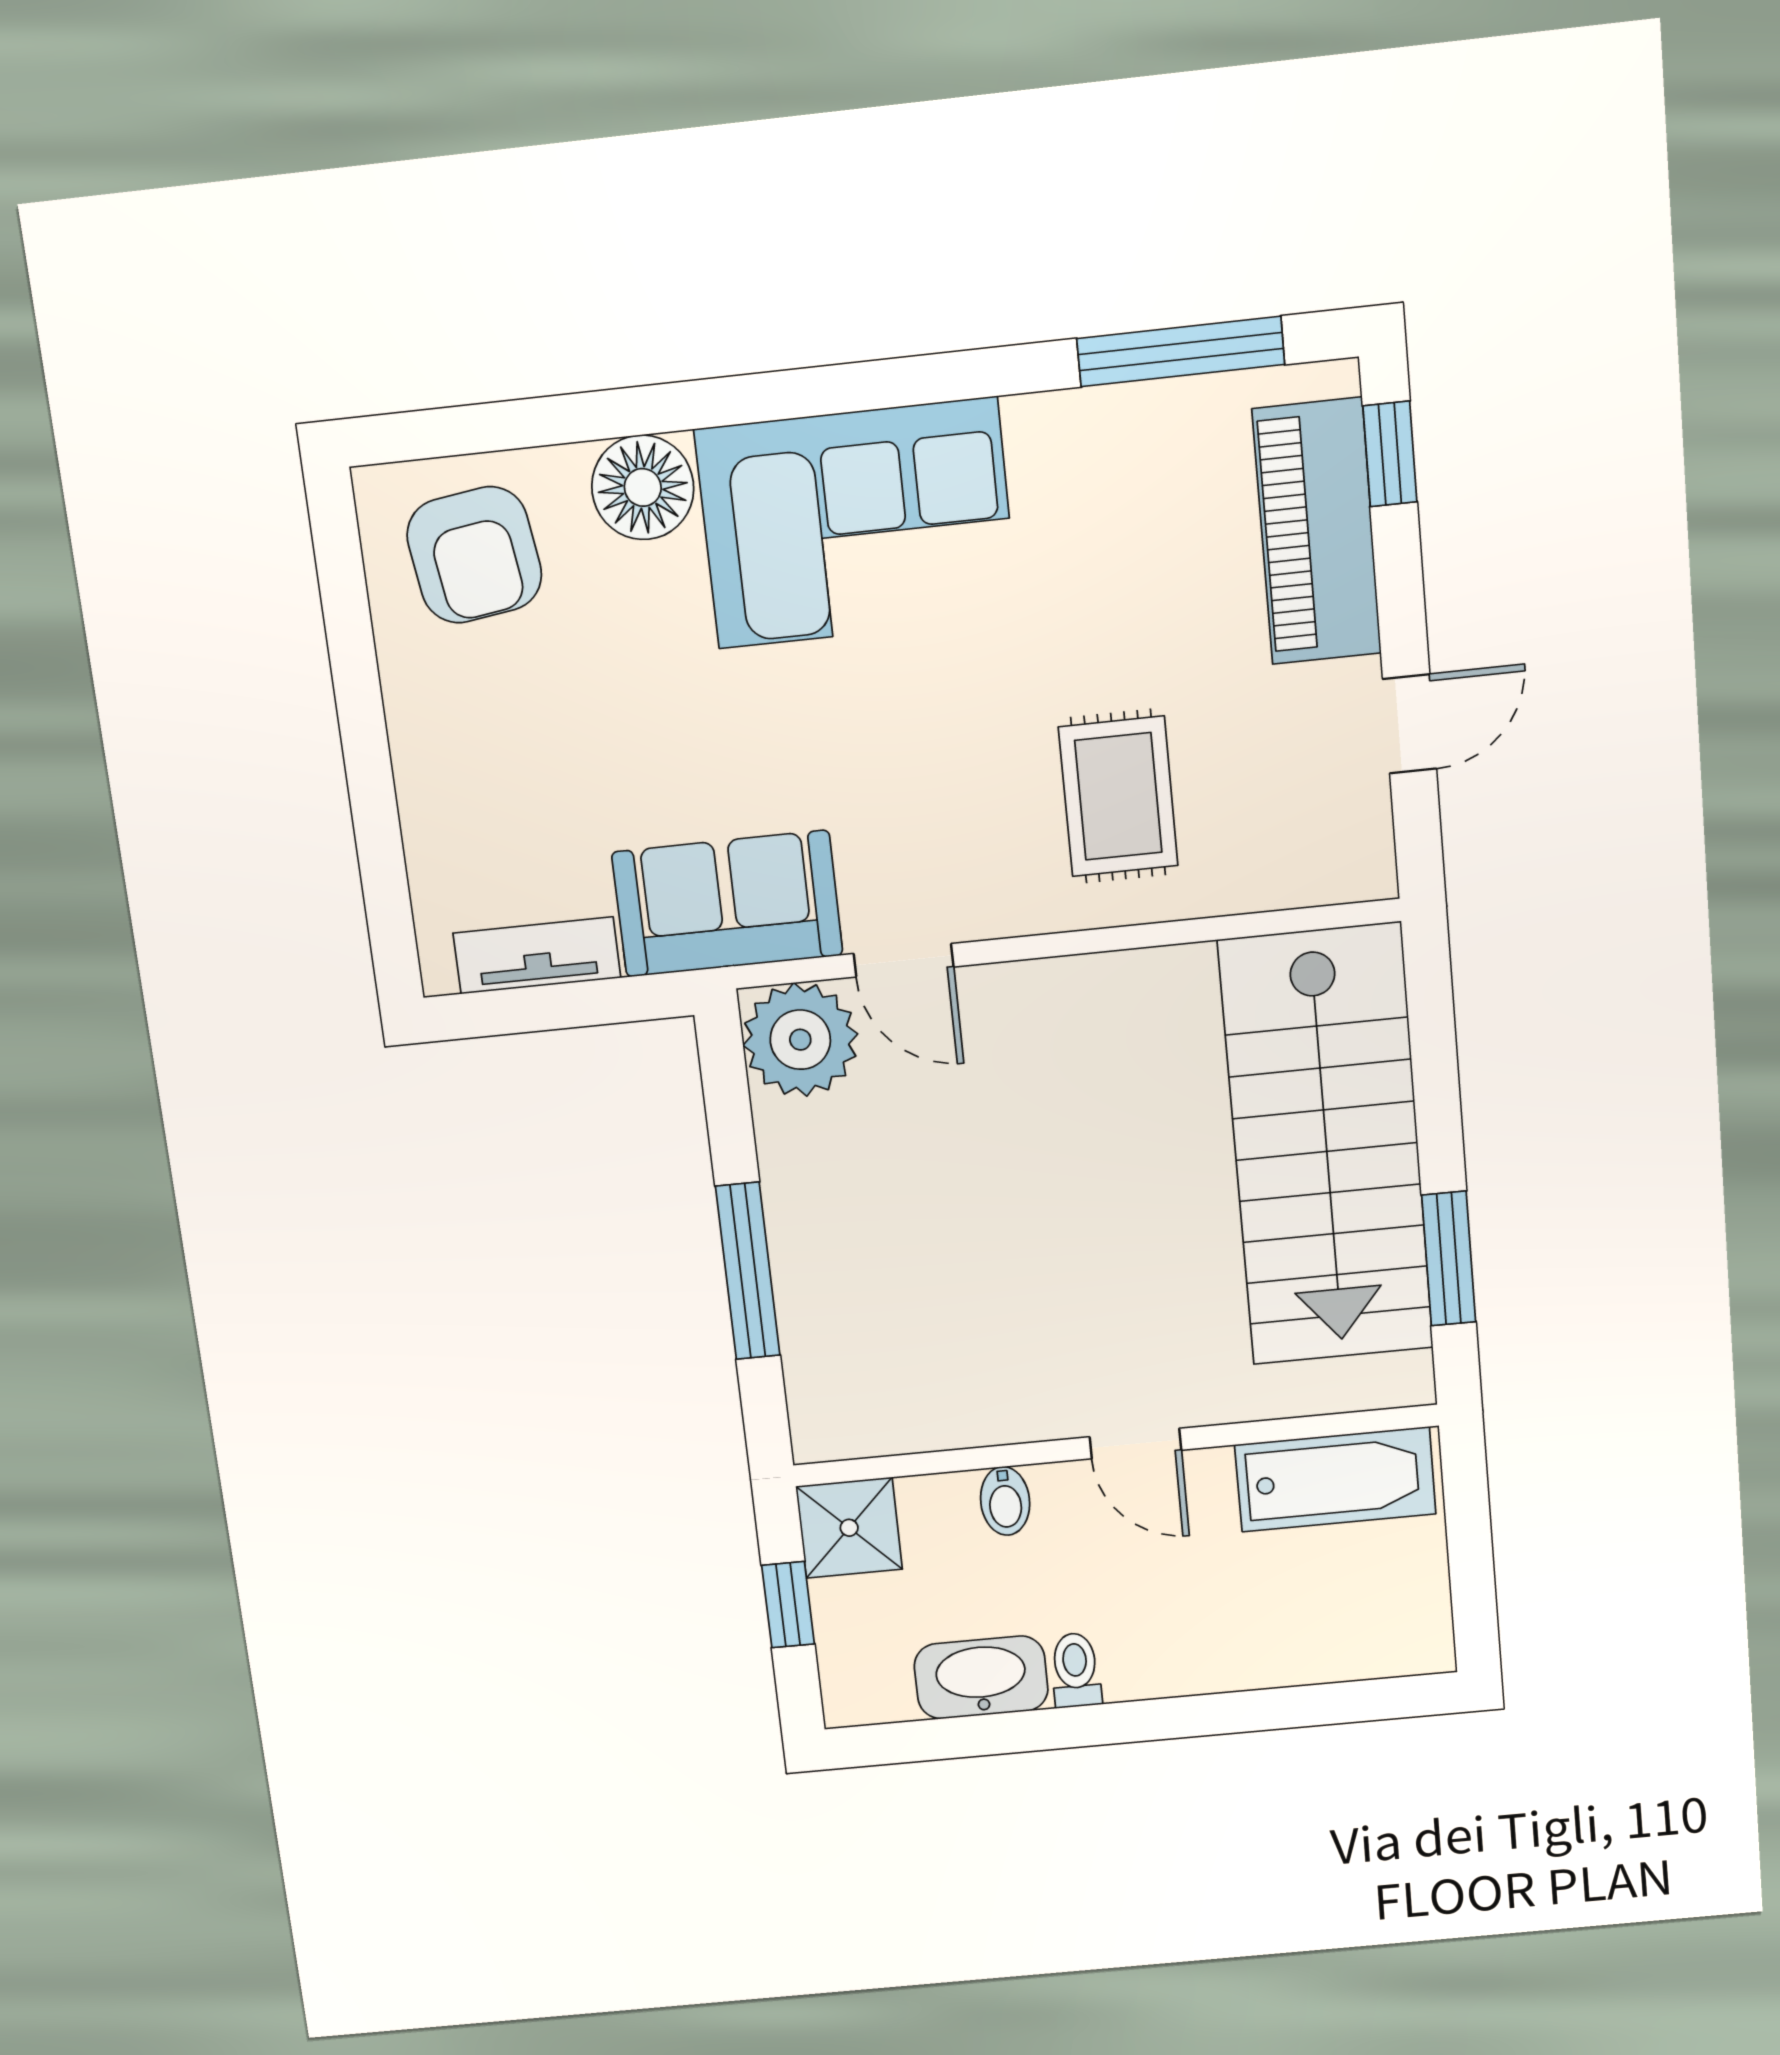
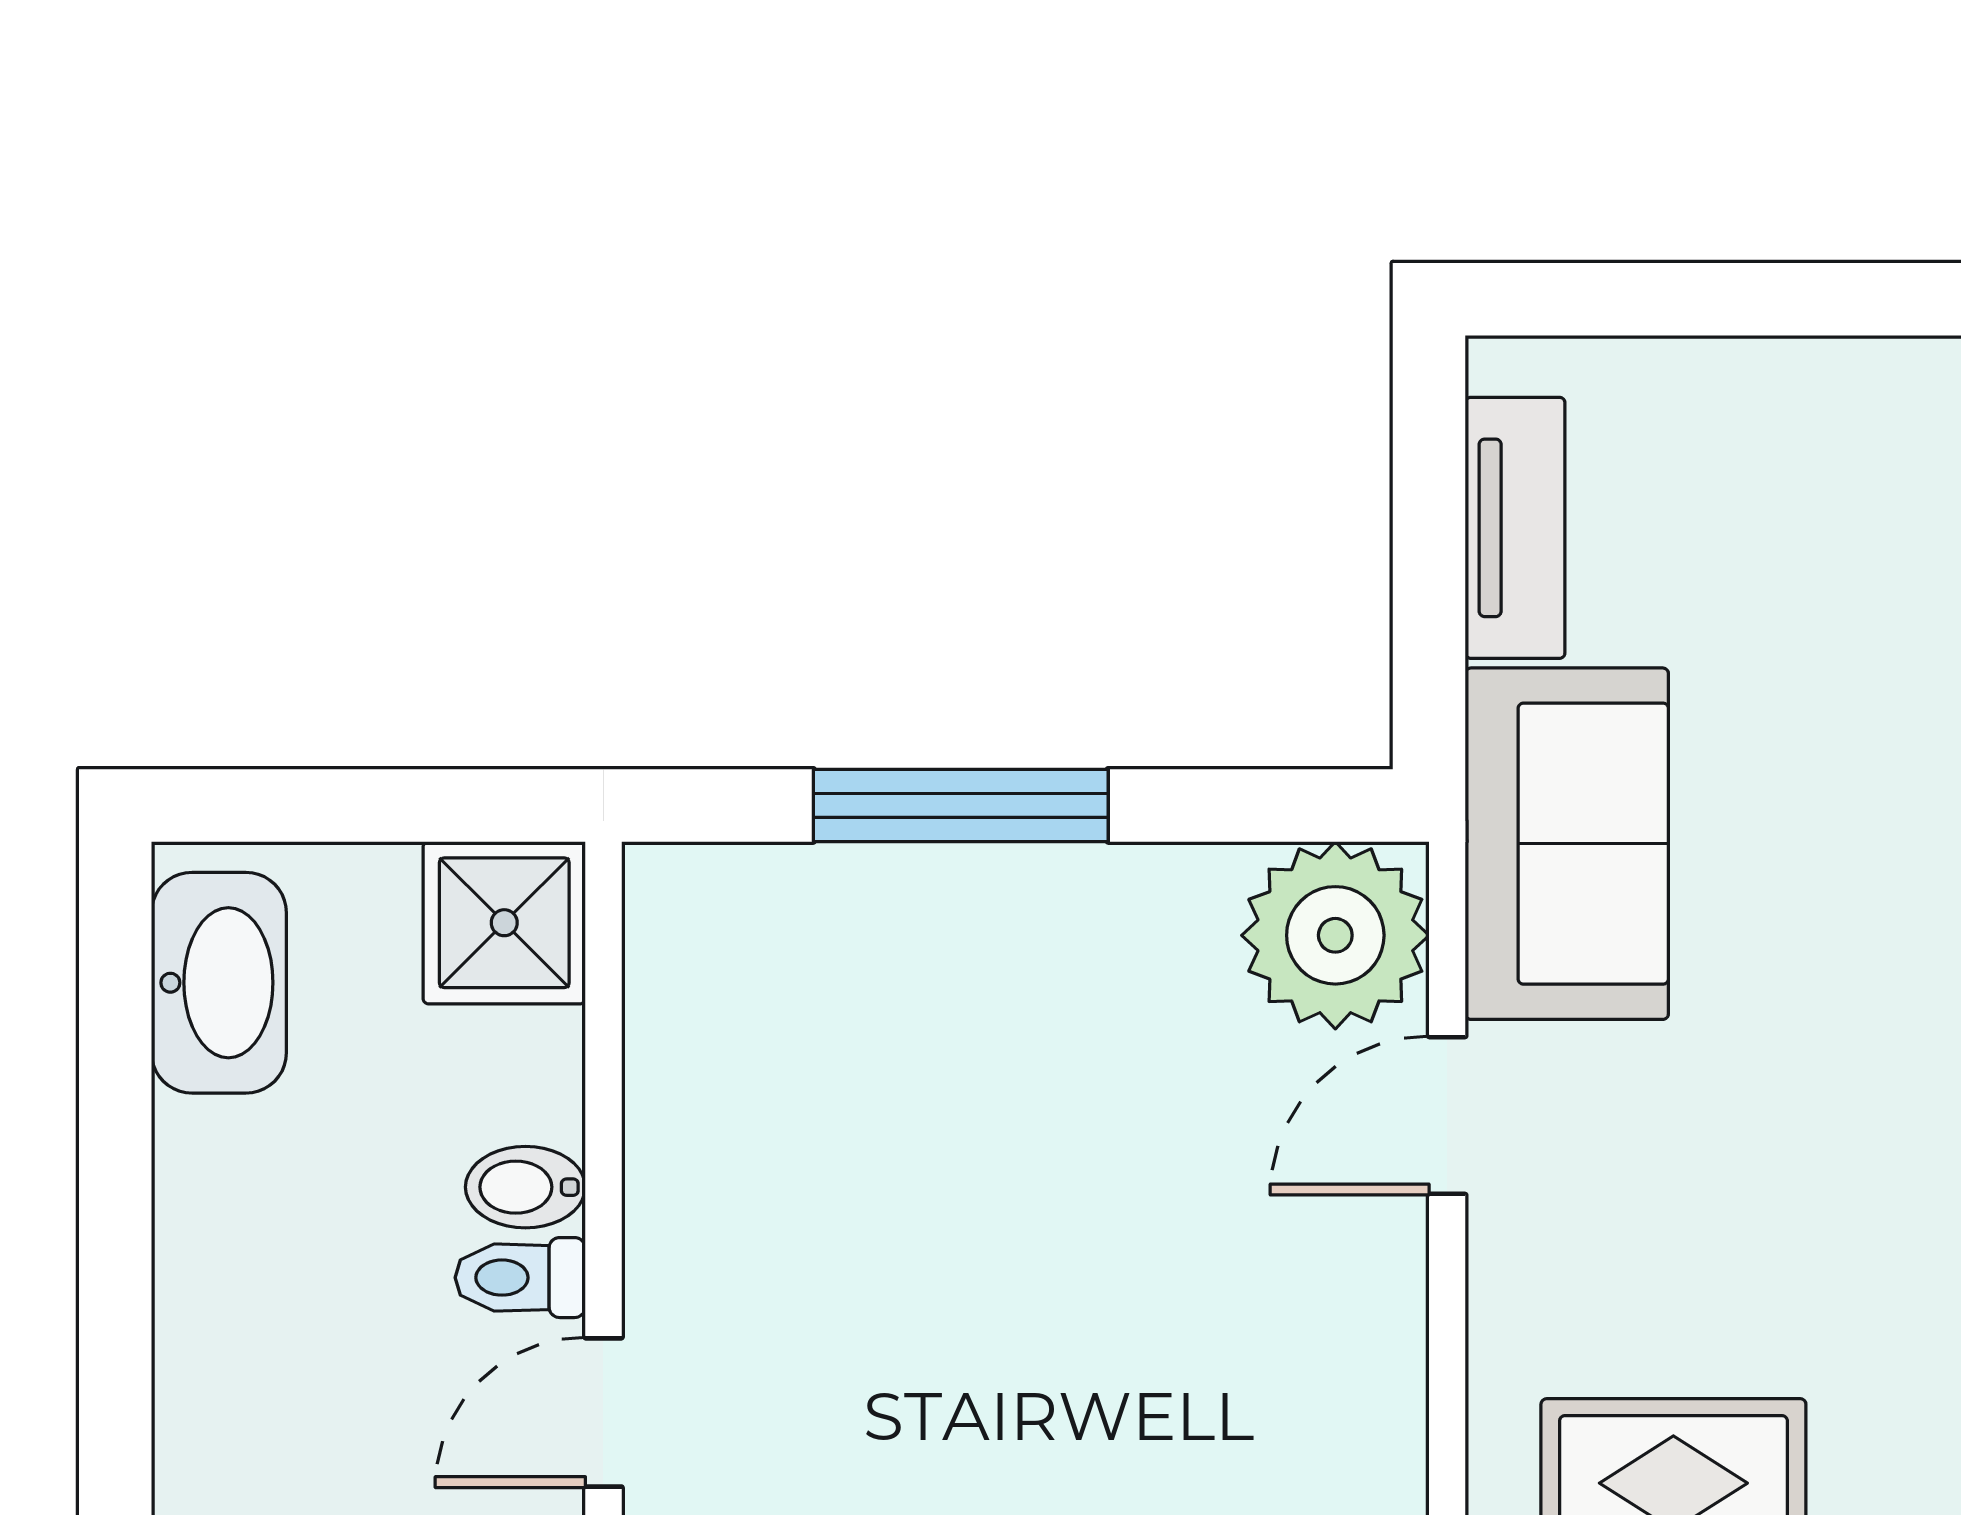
window: (788, 1605) -> (379, 805), removed
toilet: (1076, 1670) -> (520, 1278), moved, turned 180
washbasin: (981, 1677) -> (219, 983), moved

